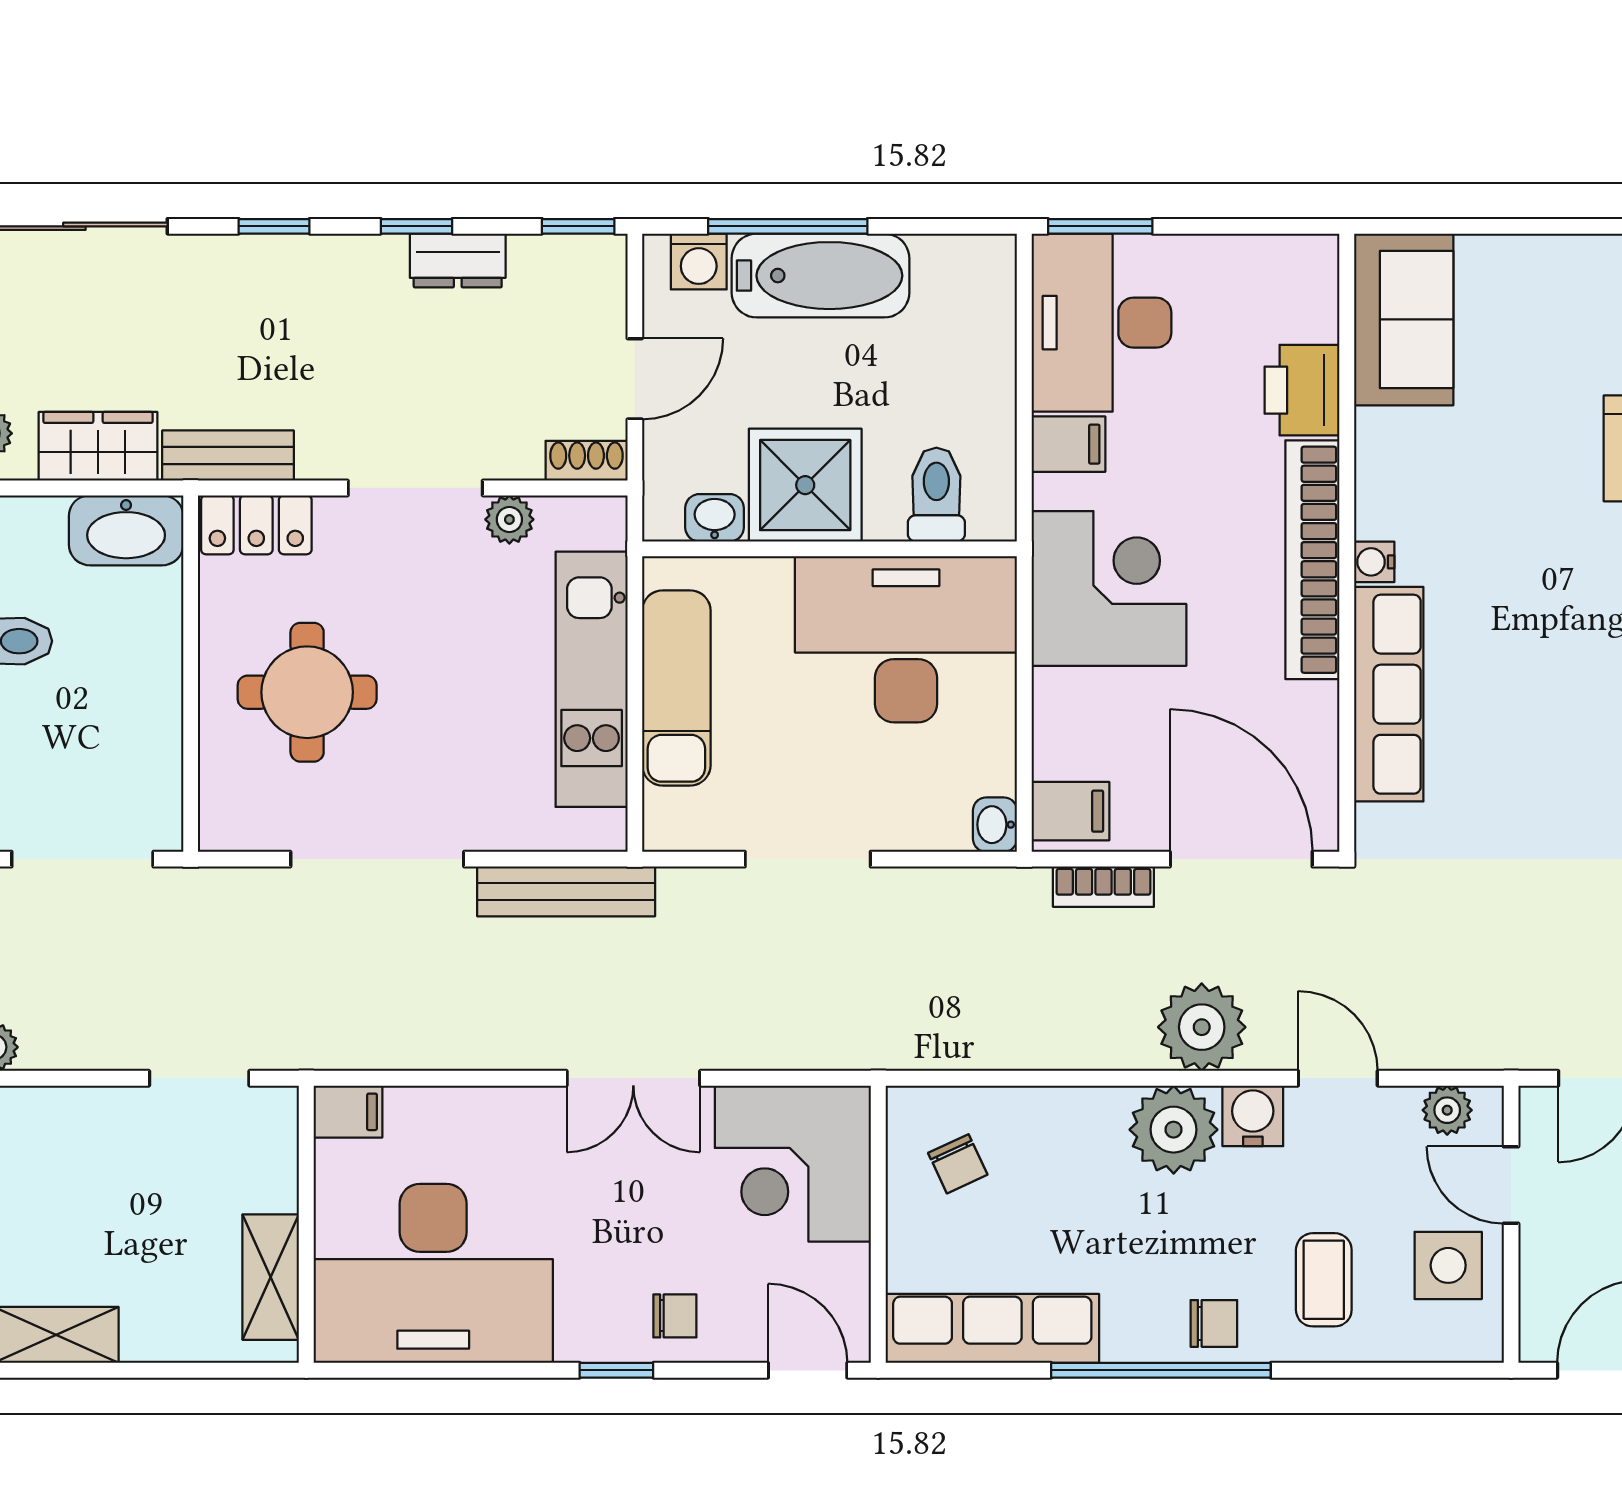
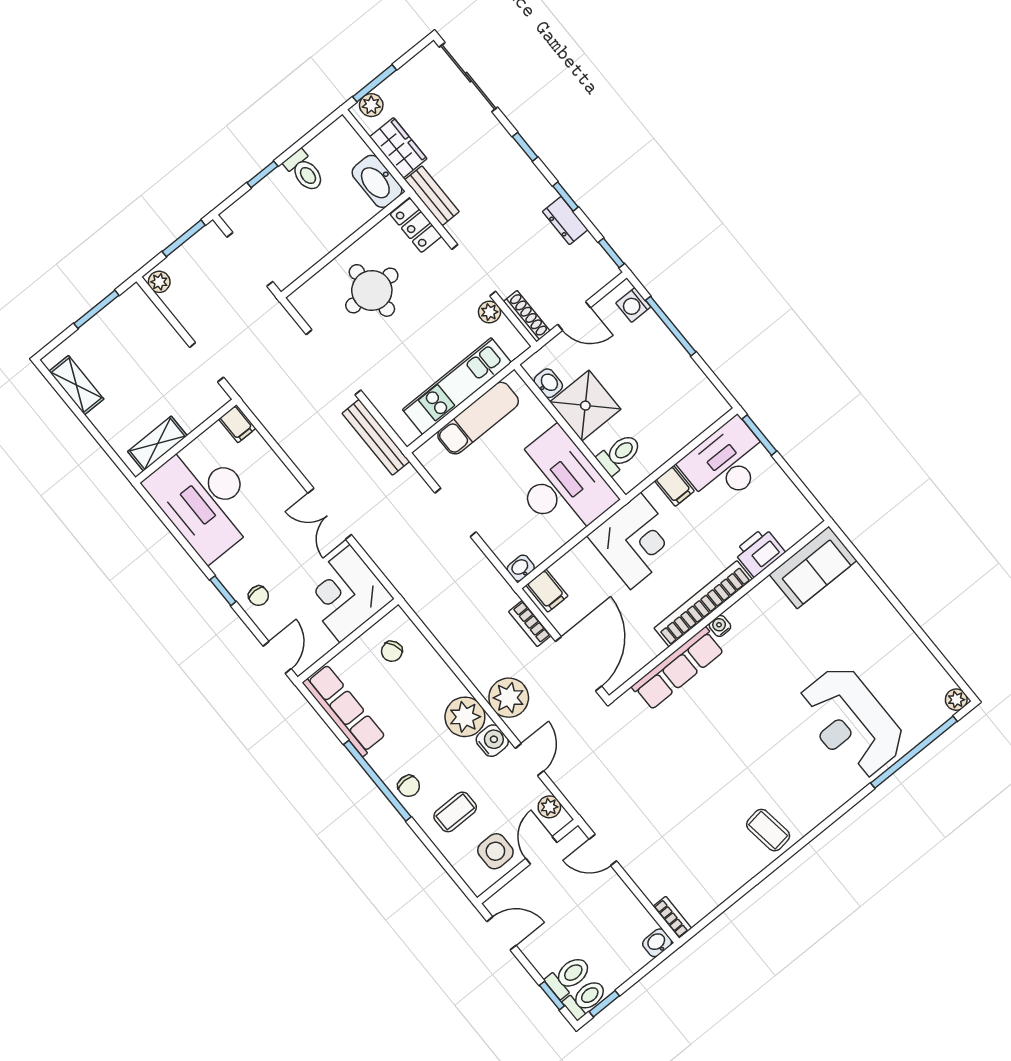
bathtub: (820, 276) -> (663, 351), removed
shoe rack: (587, 461) -> (527, 316), width x1.43

